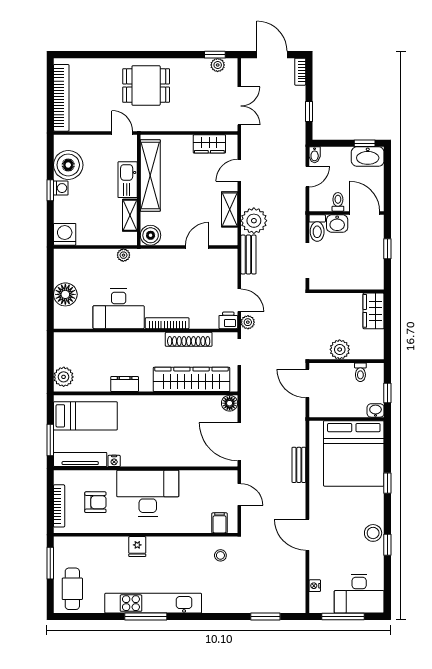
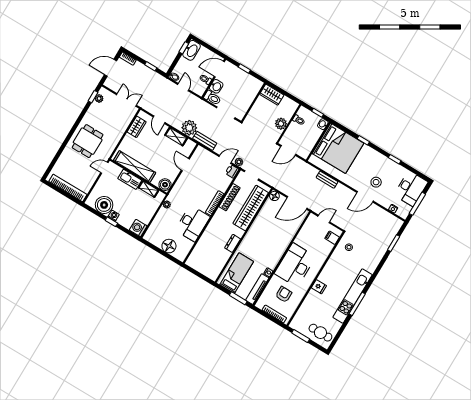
plant: (64, 377) -> (210, 272), removed
stool: (373, 533) -> (376, 182), moved

